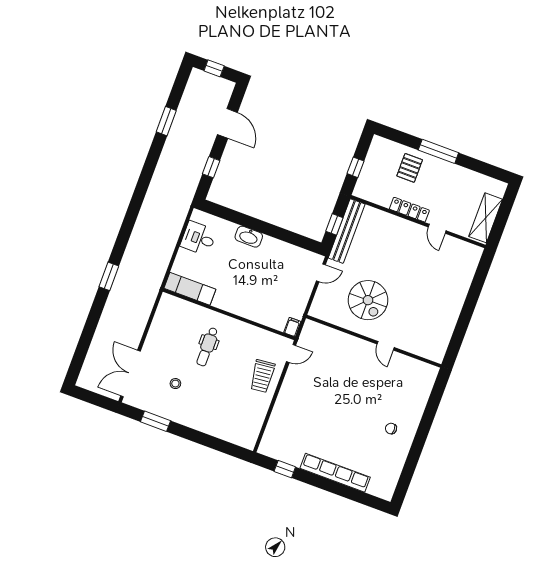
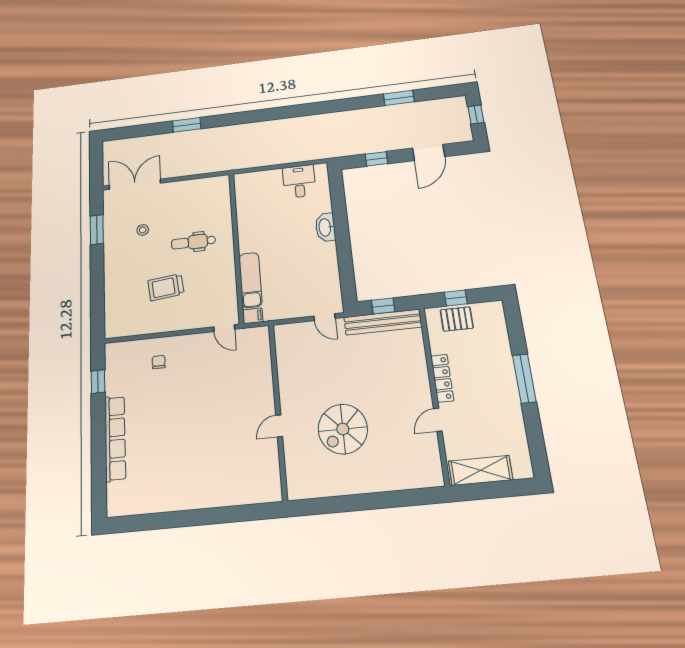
pallet: (410, 168) -> (457, 319), moved
window: (109, 276) -> (187, 125), moved
exam couch: (190, 289) -> (250, 280), moved
spiral stairs: (368, 300) -> (343, 429), moved
trolley: (262, 376) -> (166, 287), moved
chair: (391, 429) -> (159, 362), moved

